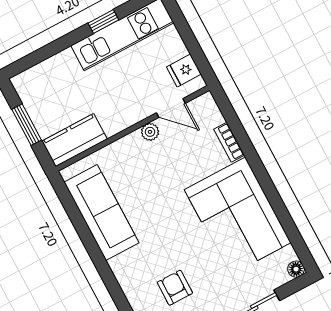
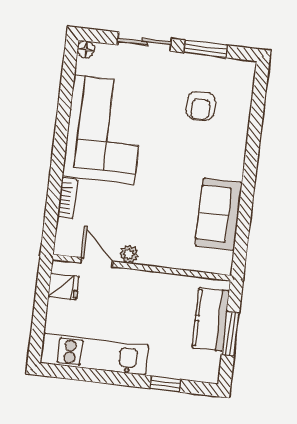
window: (103, 21) -> (165, 384), moved
kitchen counter: (75, 140) -> (211, 319), moved, turned 90
sofa: (101, 212) -> (219, 214), width x0.73

